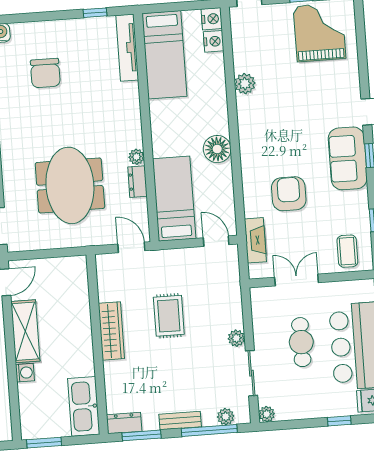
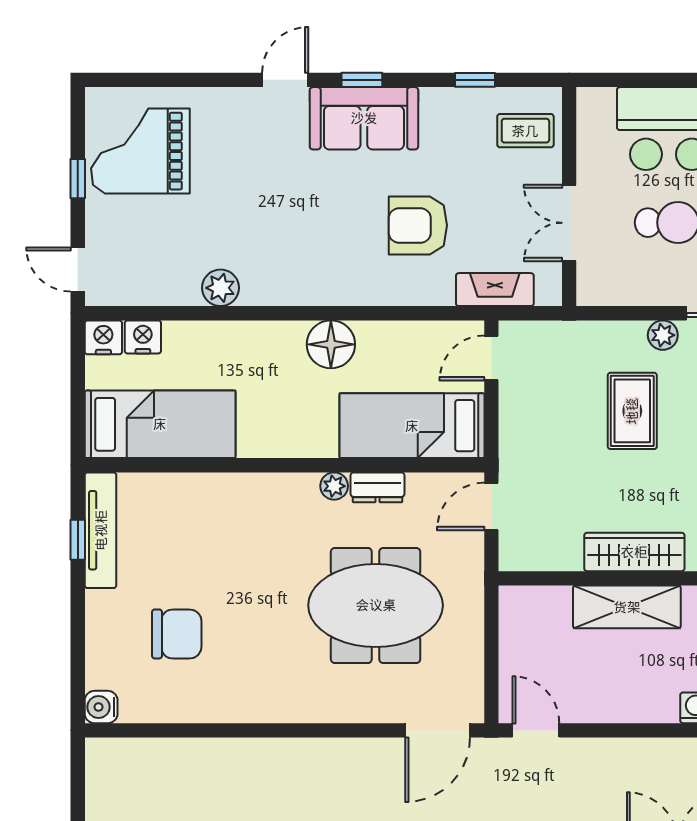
tv unit: (127, 48) -> (101, 530), moved, turned -90
rug: (169, 316) -> (632, 411), moved, turned 90
shelving: (25, 331) -> (627, 607), moved

